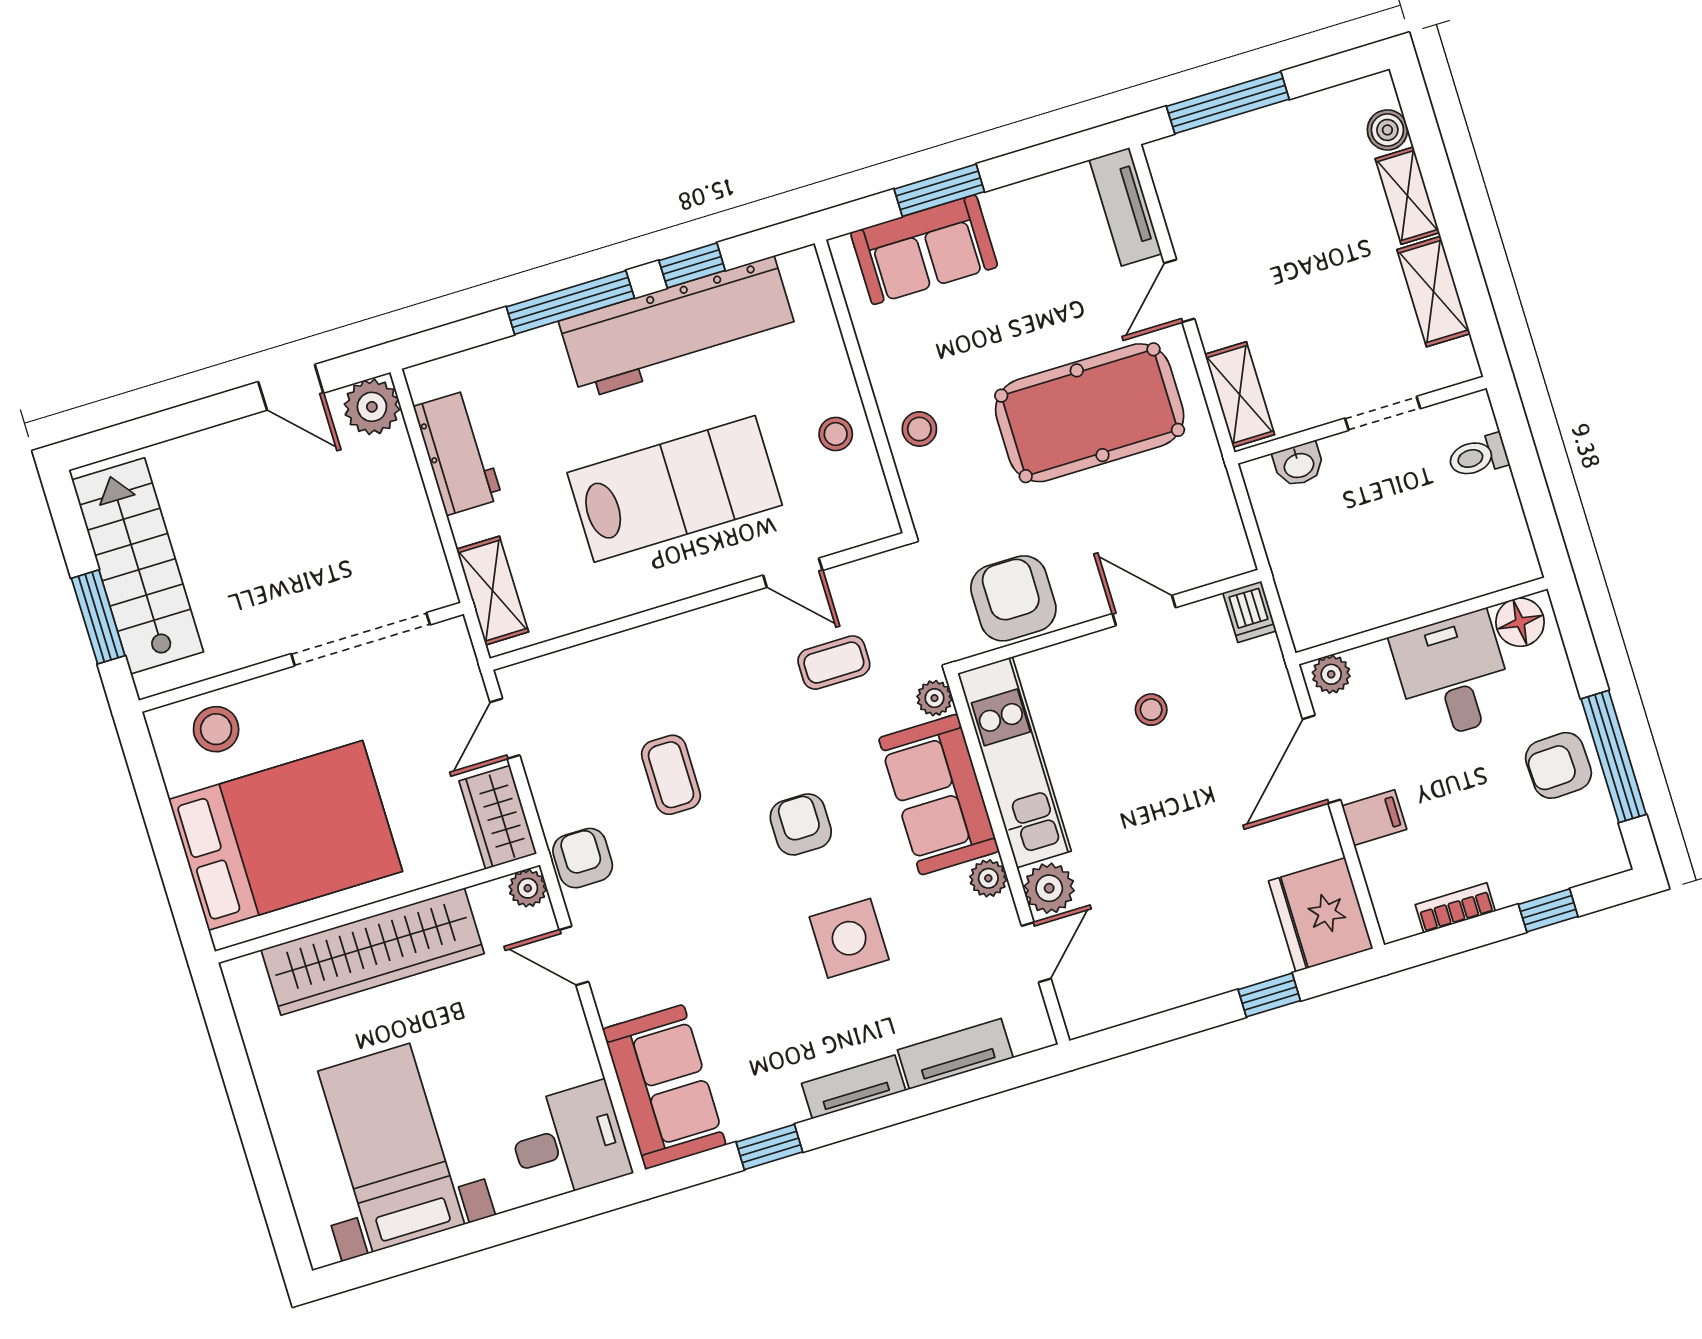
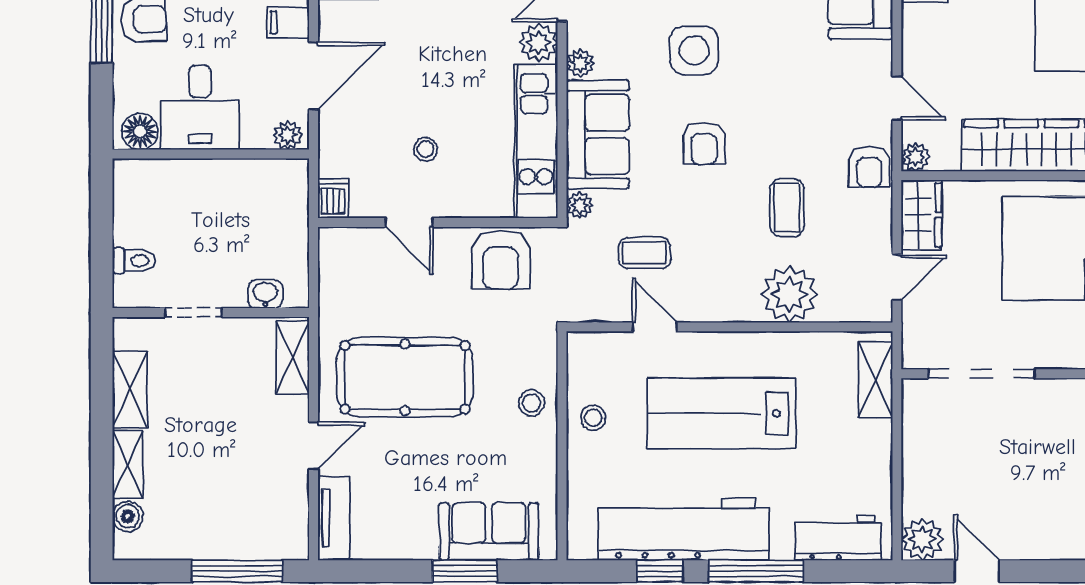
workbench: (458, 453) -> (838, 538), moved, turned 90
plant: (635, 666) -> (789, 294), added

